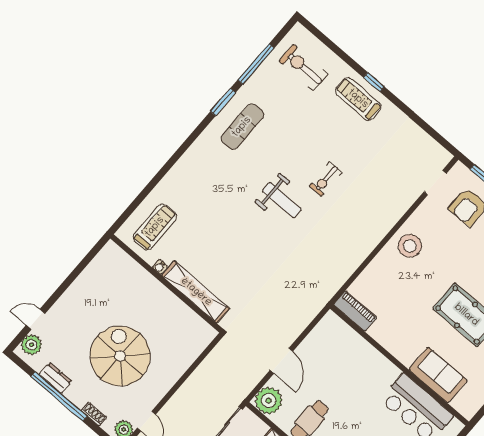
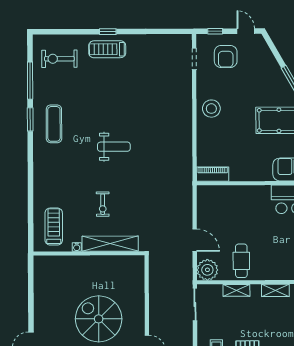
exercise bike: (326, 179) -> (103, 204), moved

